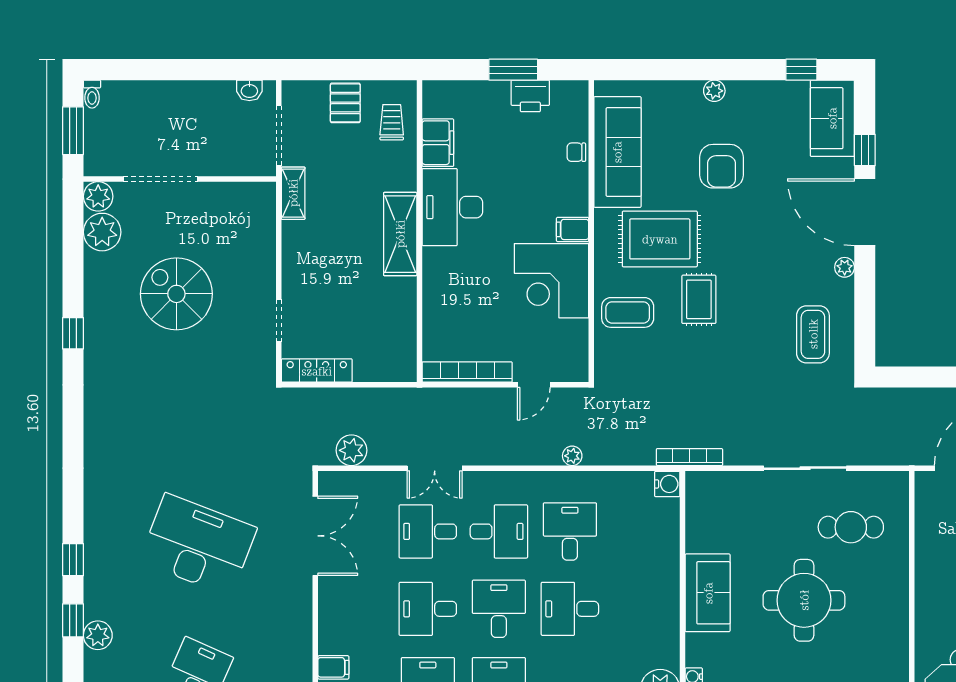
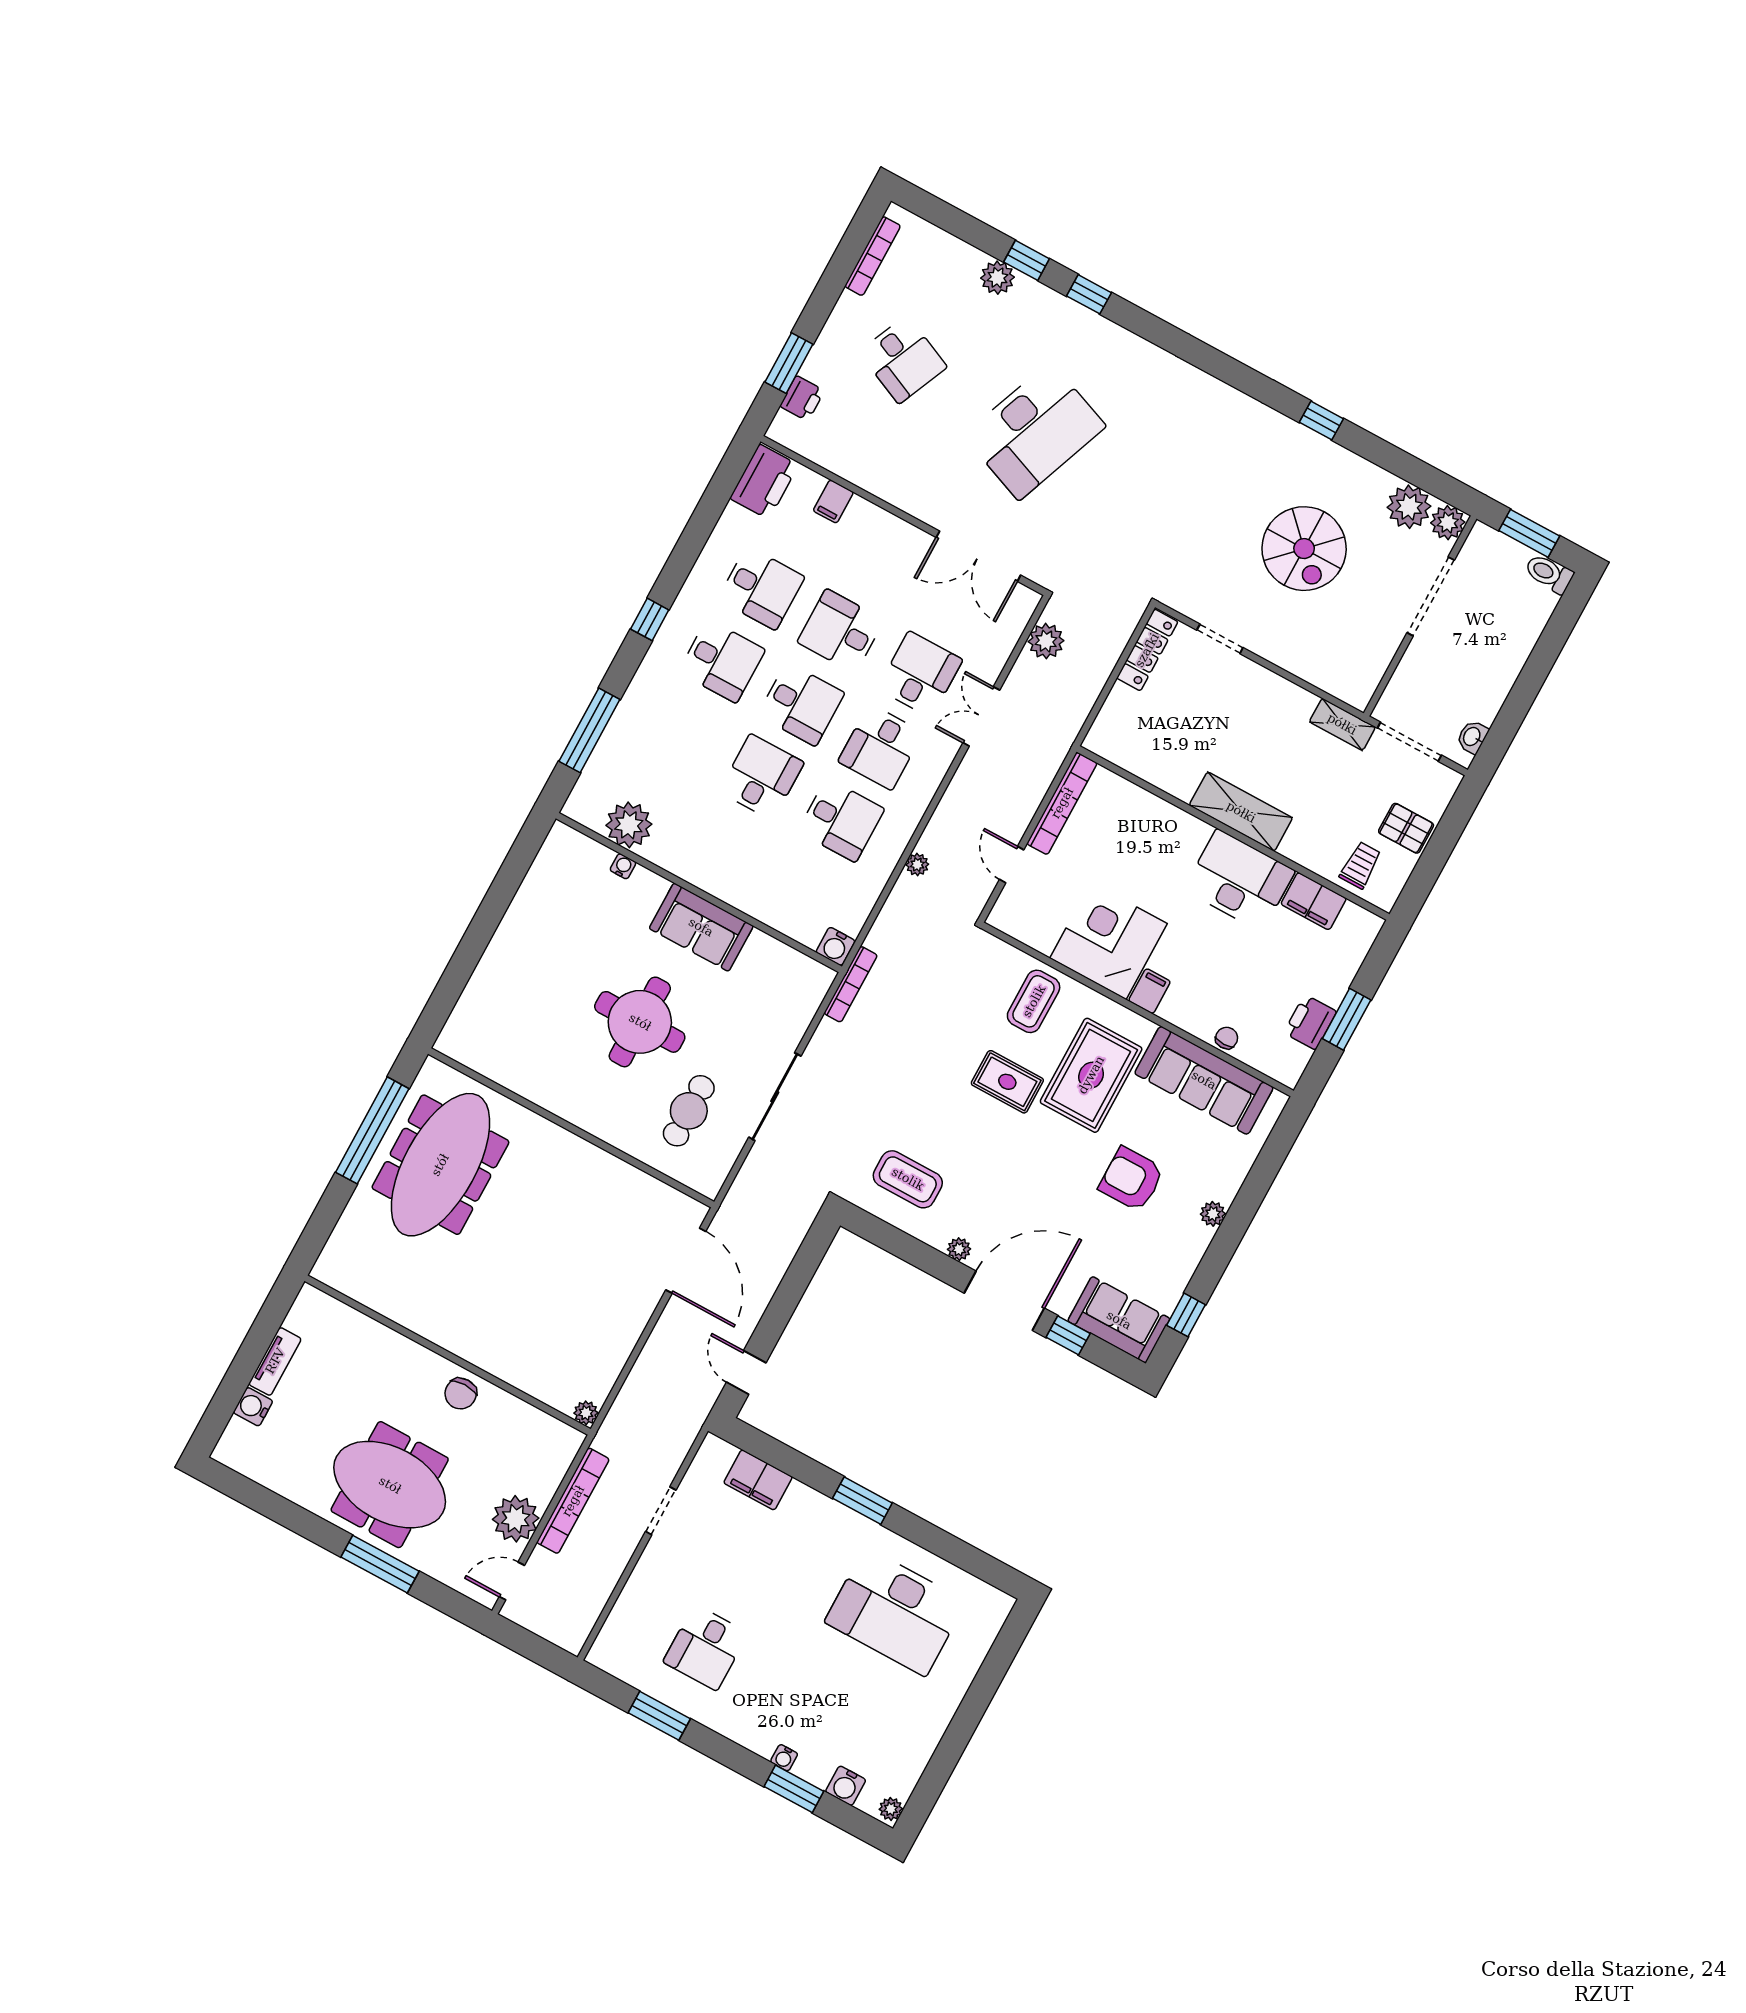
toilet: (92, 94) -> (1549, 574), width x1.37, depth x1.39
trolley: (392, 122) -> (1360, 865), turned -90
spiral stairs: (176, 294) -> (1304, 549), turned 90
desk: (428, 609) -> (841, 631), turned -90

